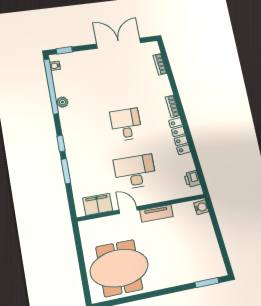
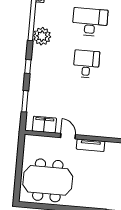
plant: (62, 102) -> (42, 36), width x1.87, depth x1.87
window: (66, 171) -> (25, 101), moved
desk: (135, 172) -> (90, 22), moved

